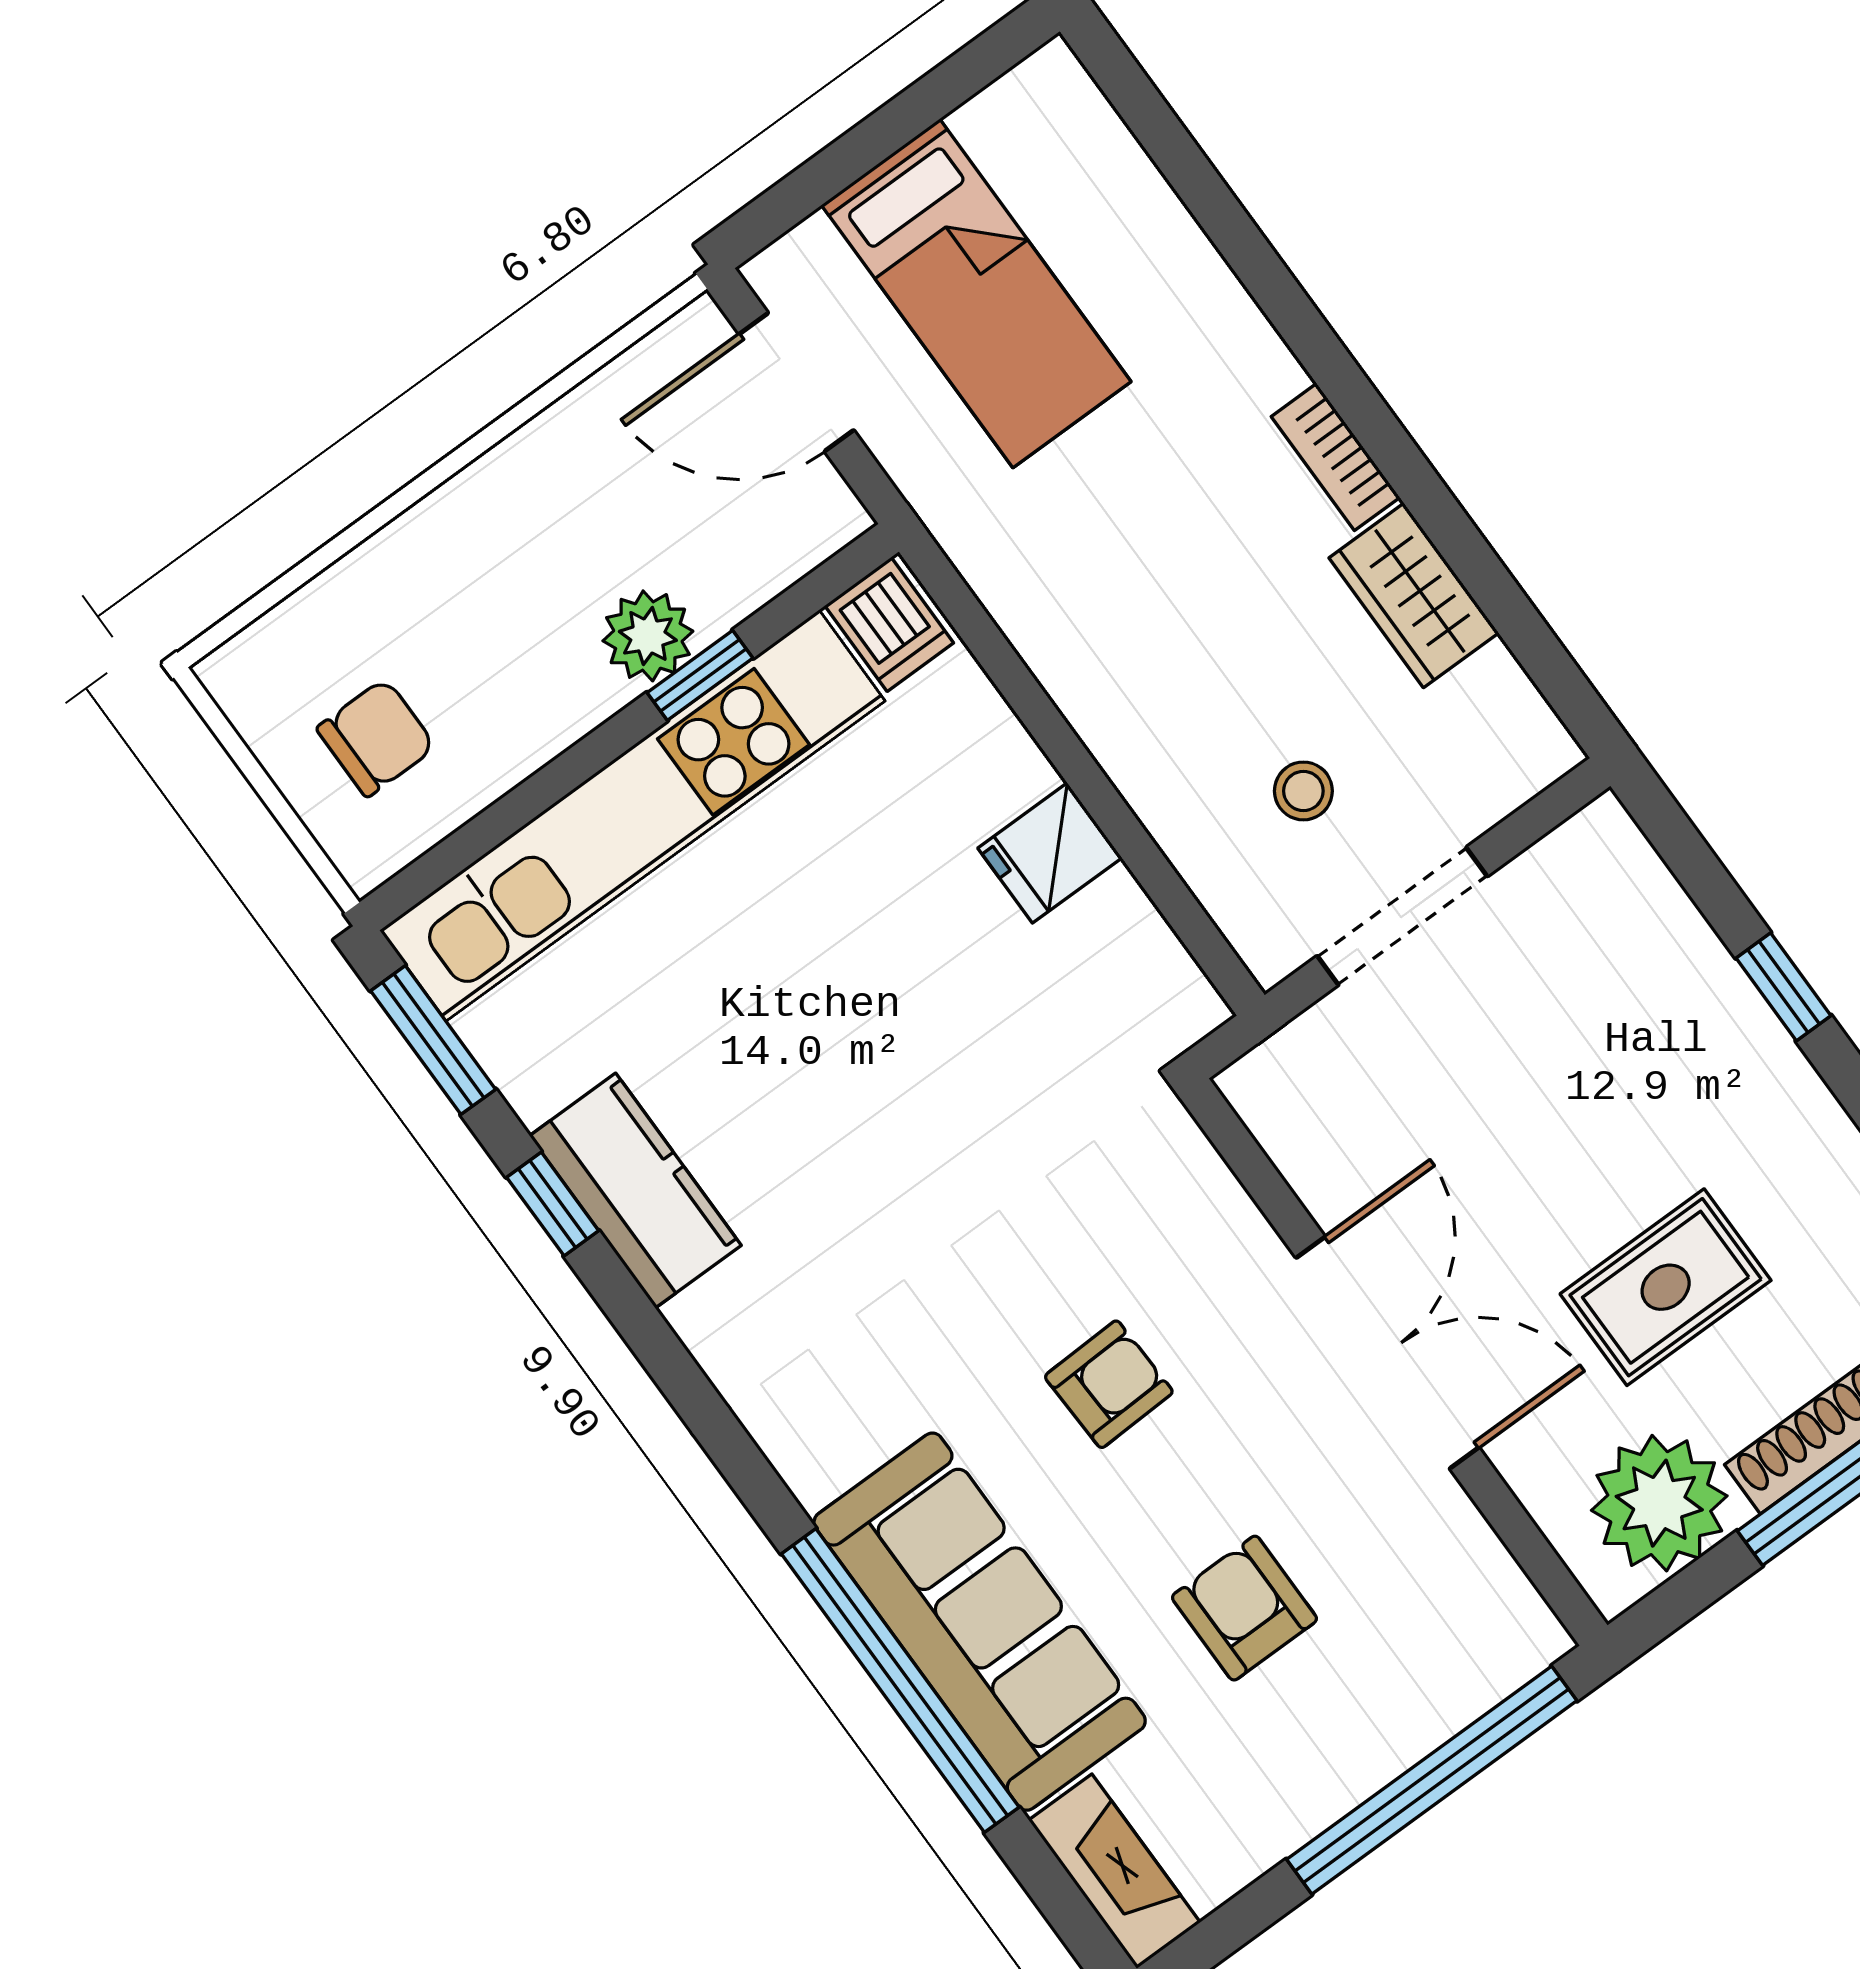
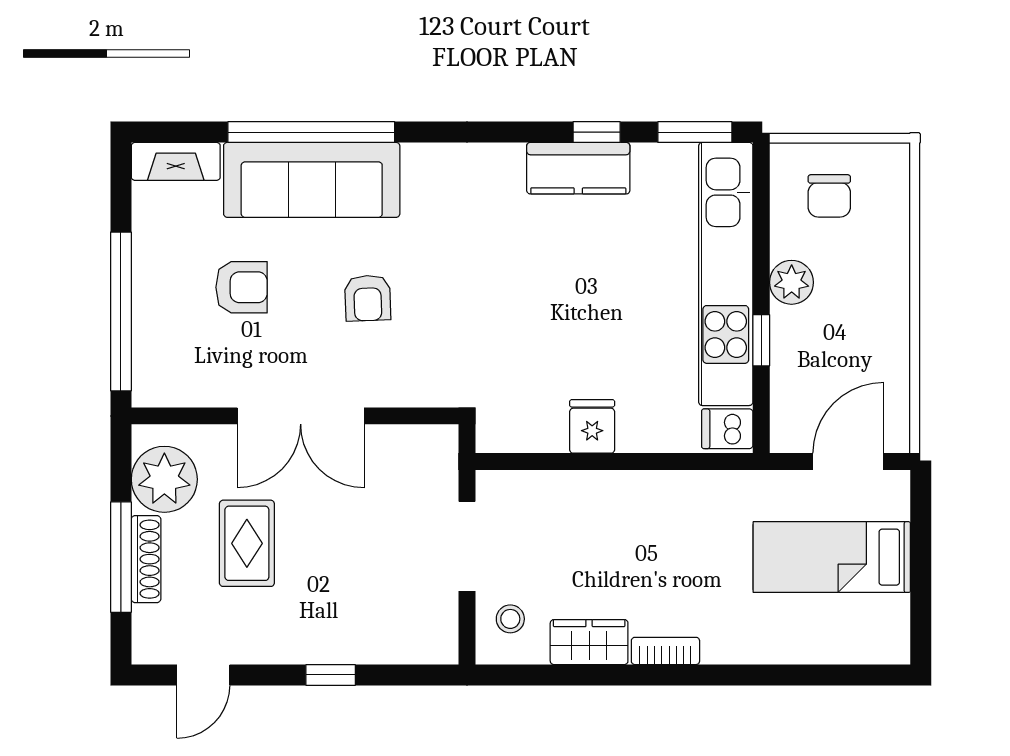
plant: (648, 636) -> (792, 282), moved
stool: (1303, 791) -> (510, 619), moved

